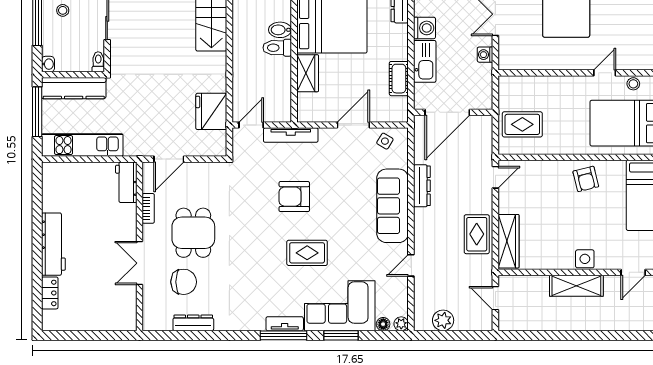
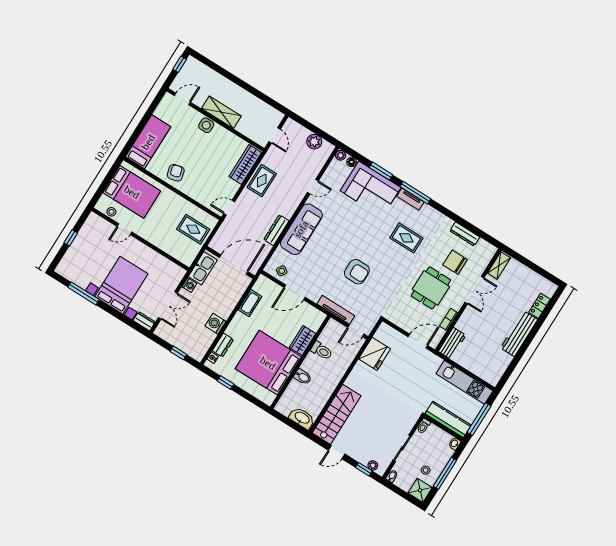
toilet: (277, 48) -> (322, 351), moved
kitchen sink: (425, 61) -> (203, 268), moved, turned 180
rug: (307, 253) -> (406, 238), moved
shelving: (129, 311) -> (499, 265), added

